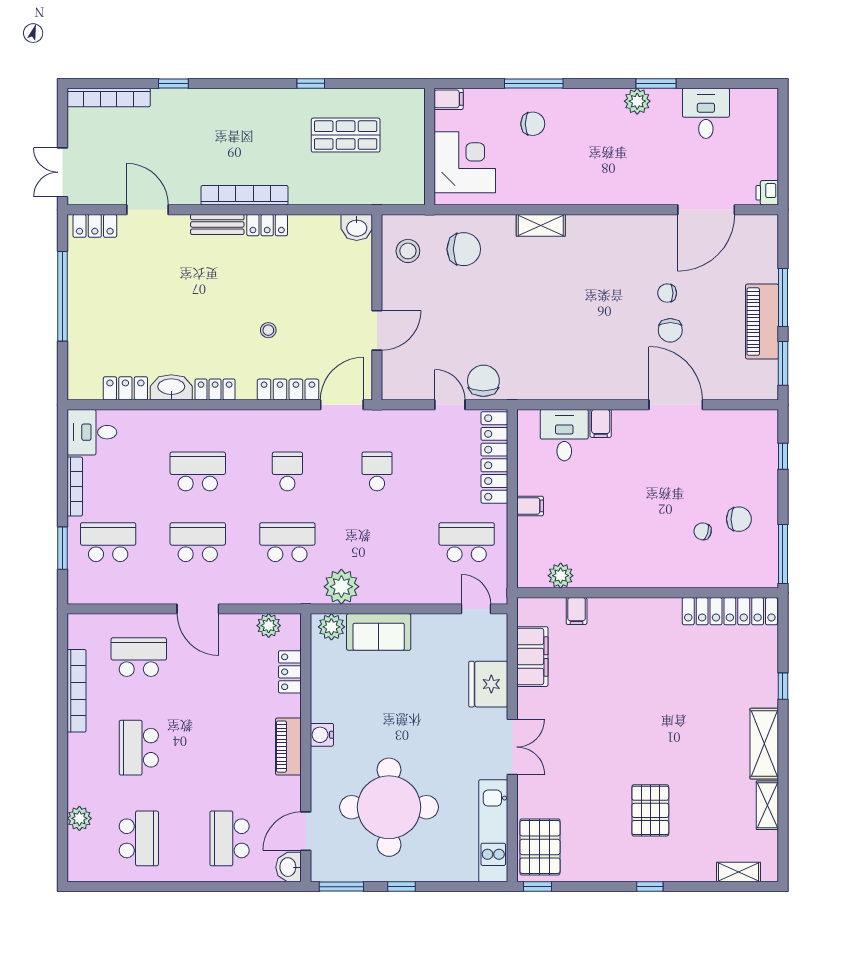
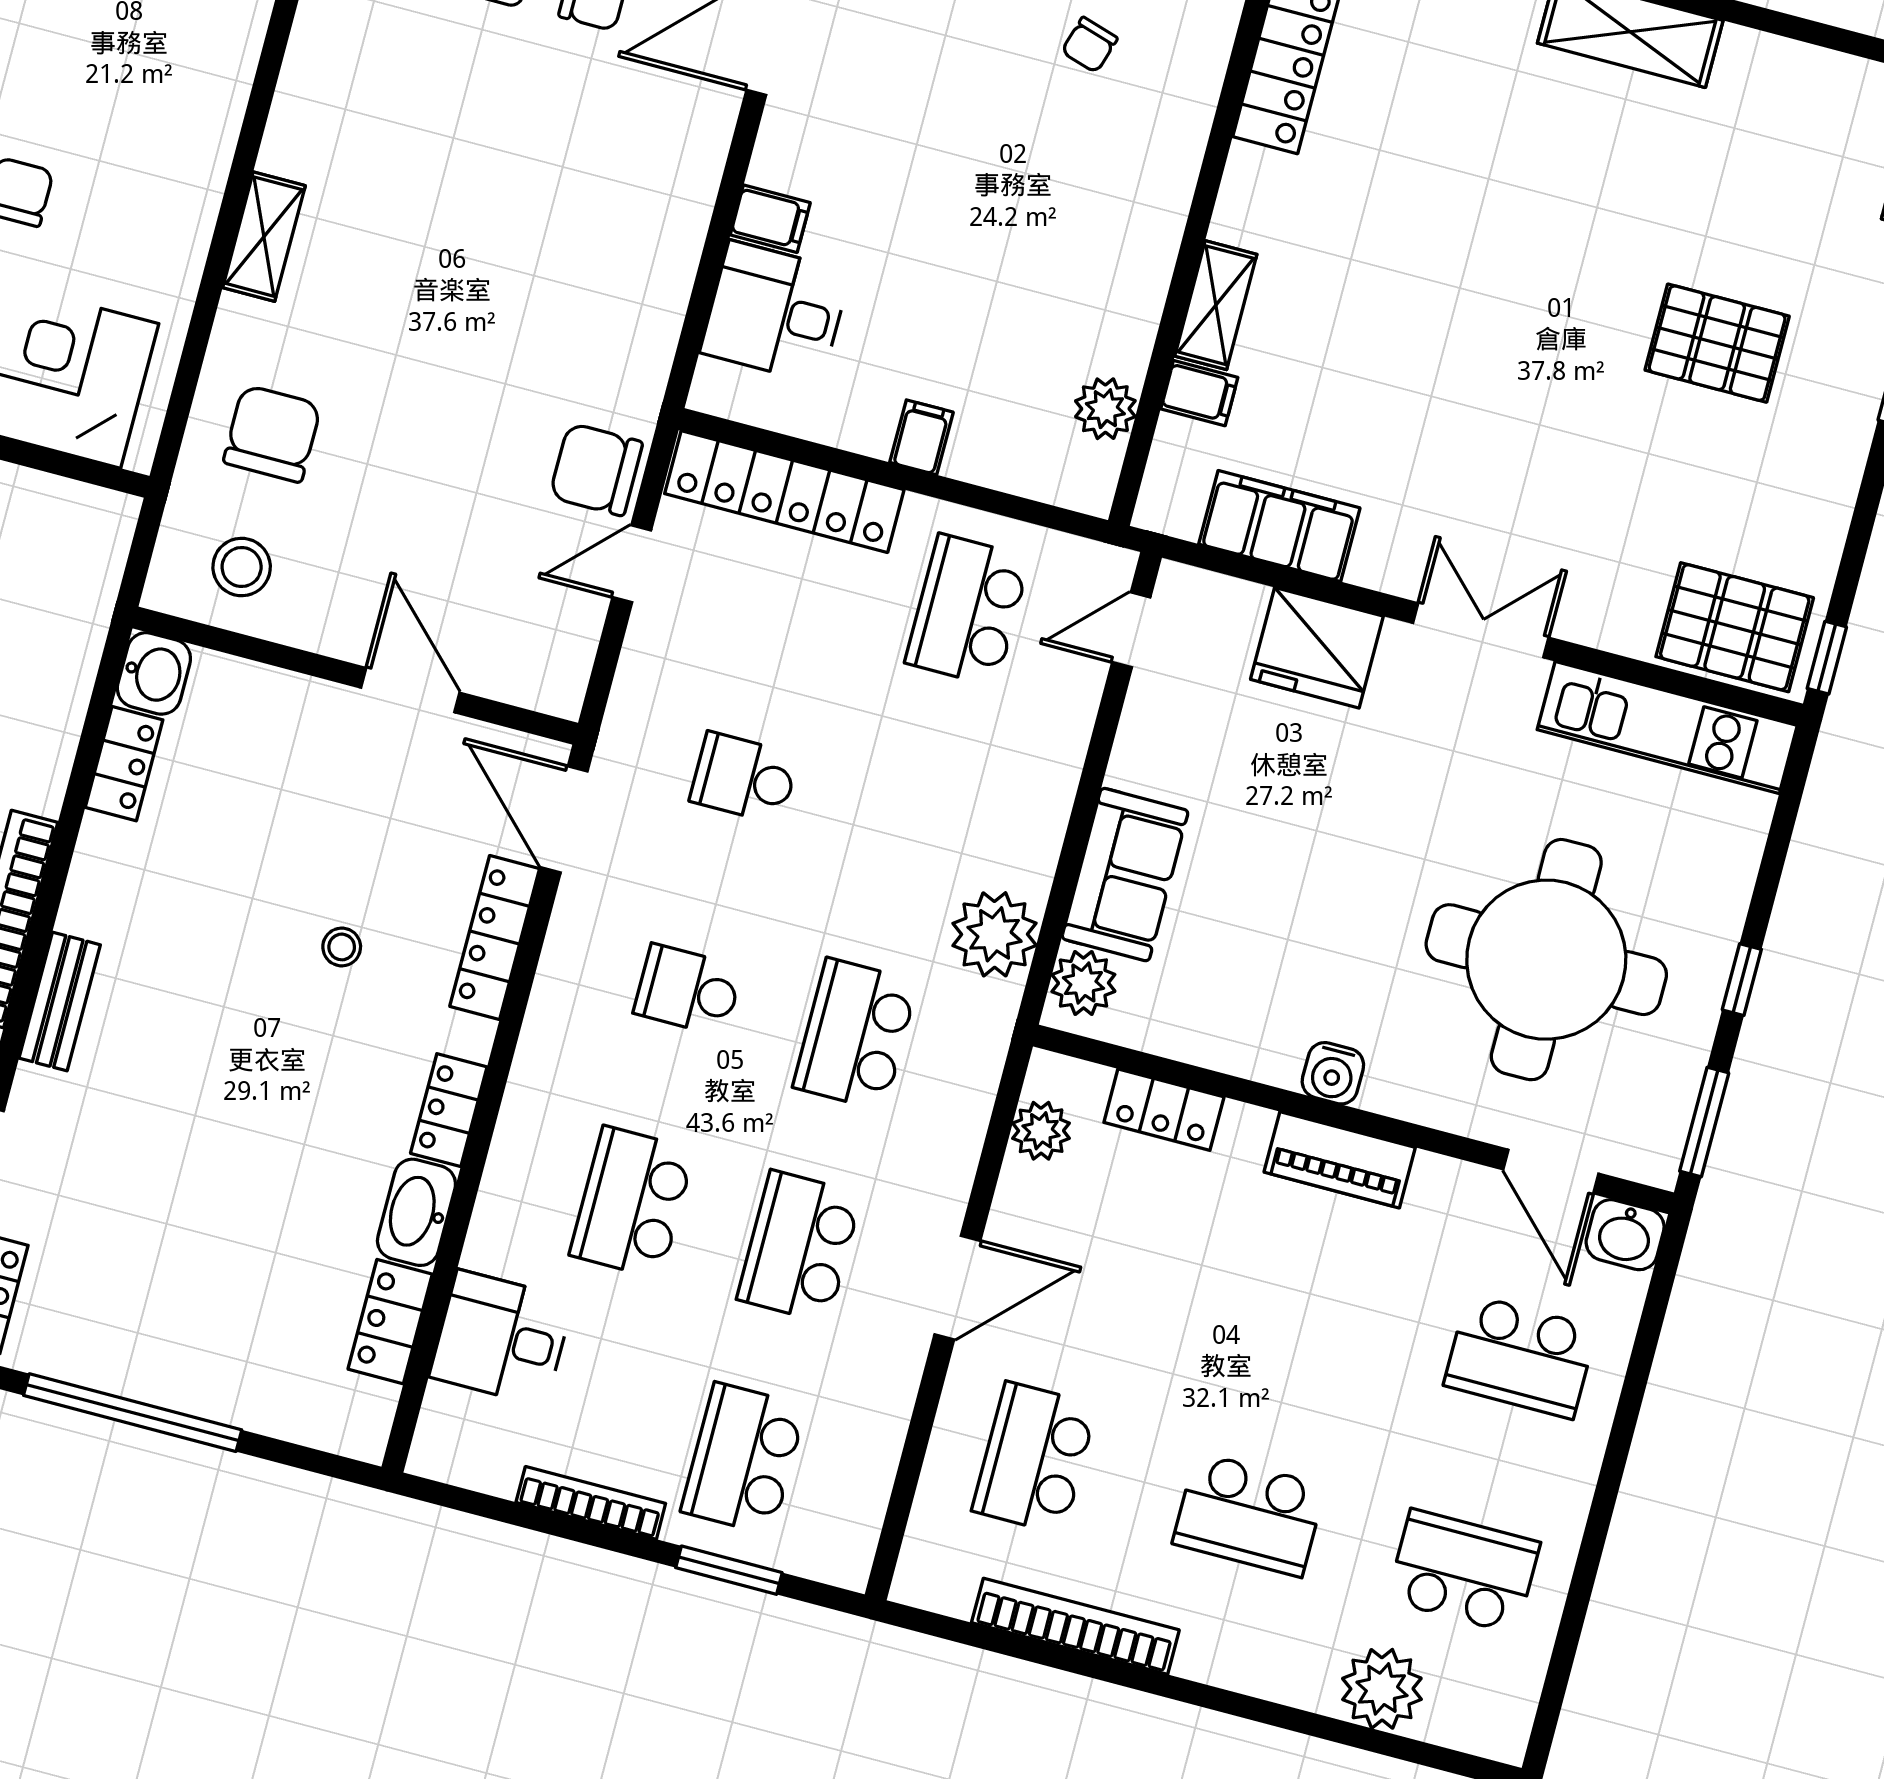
locker: (267, 225) -> (124, 764), moved
desk: (92, 432) -> (501, 1338), moved, turned 90
shelving: (767, 805) -> (1216, 305), moved, turned 90
plant: (79, 818) -> (1382, 1689), width x1.36, depth x1.36

